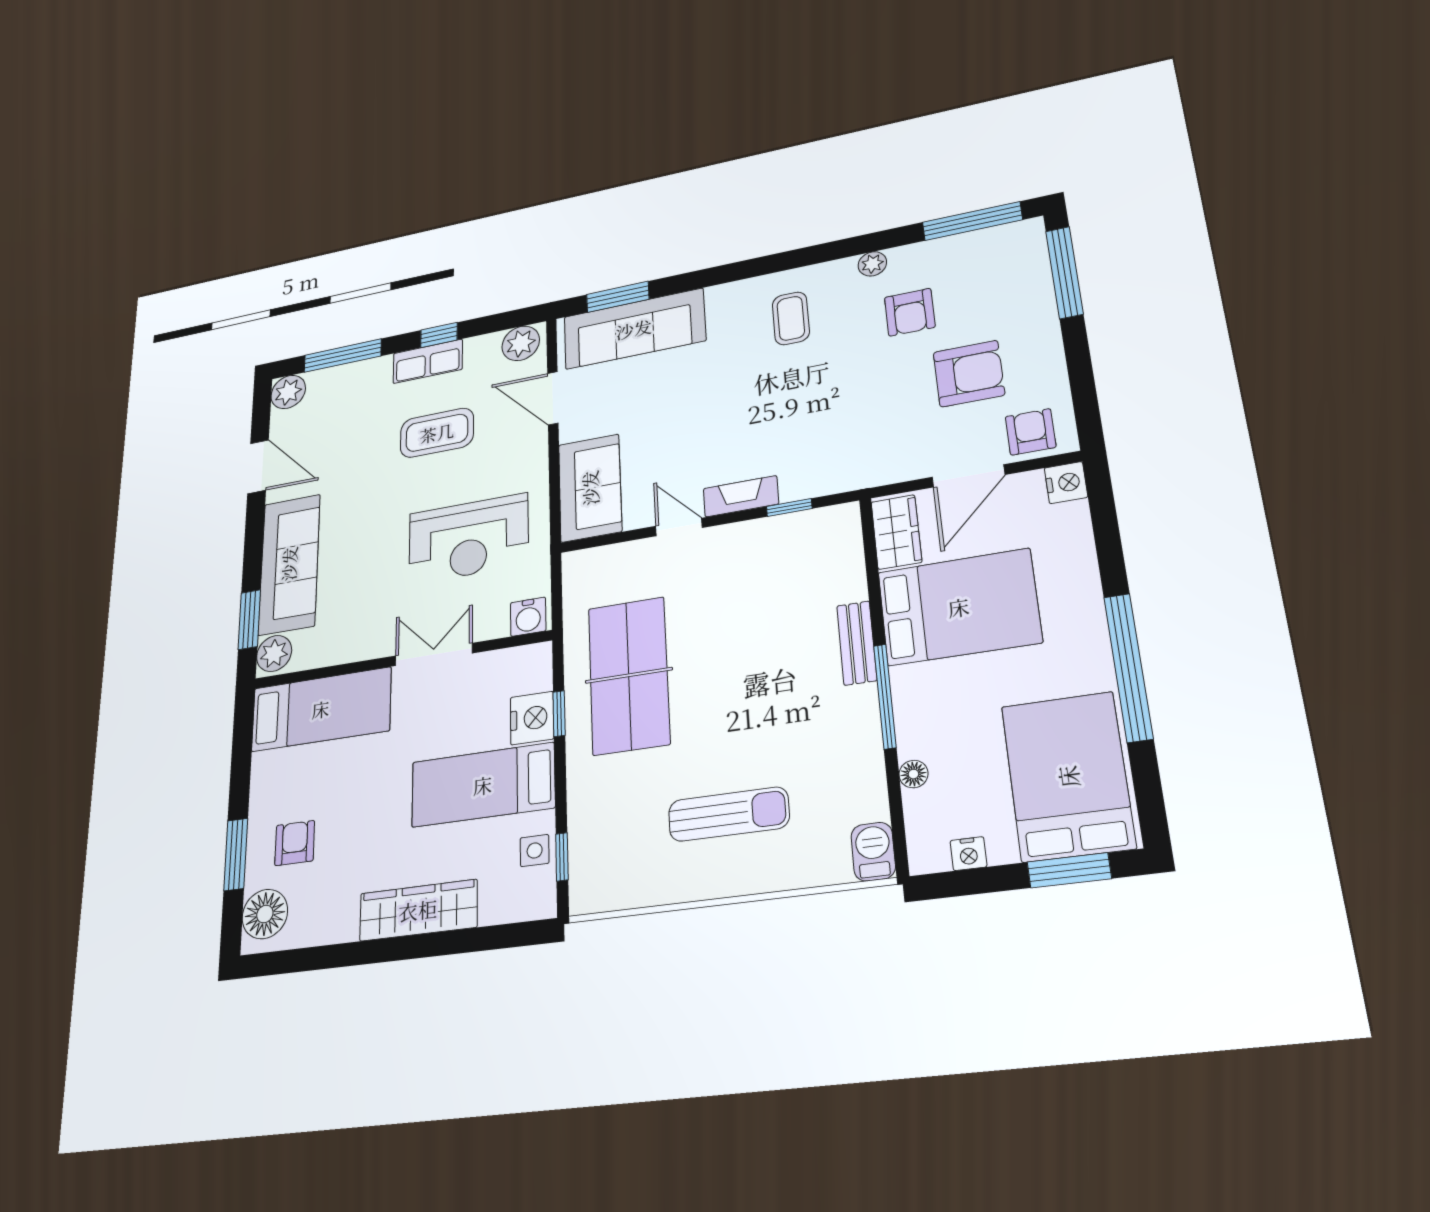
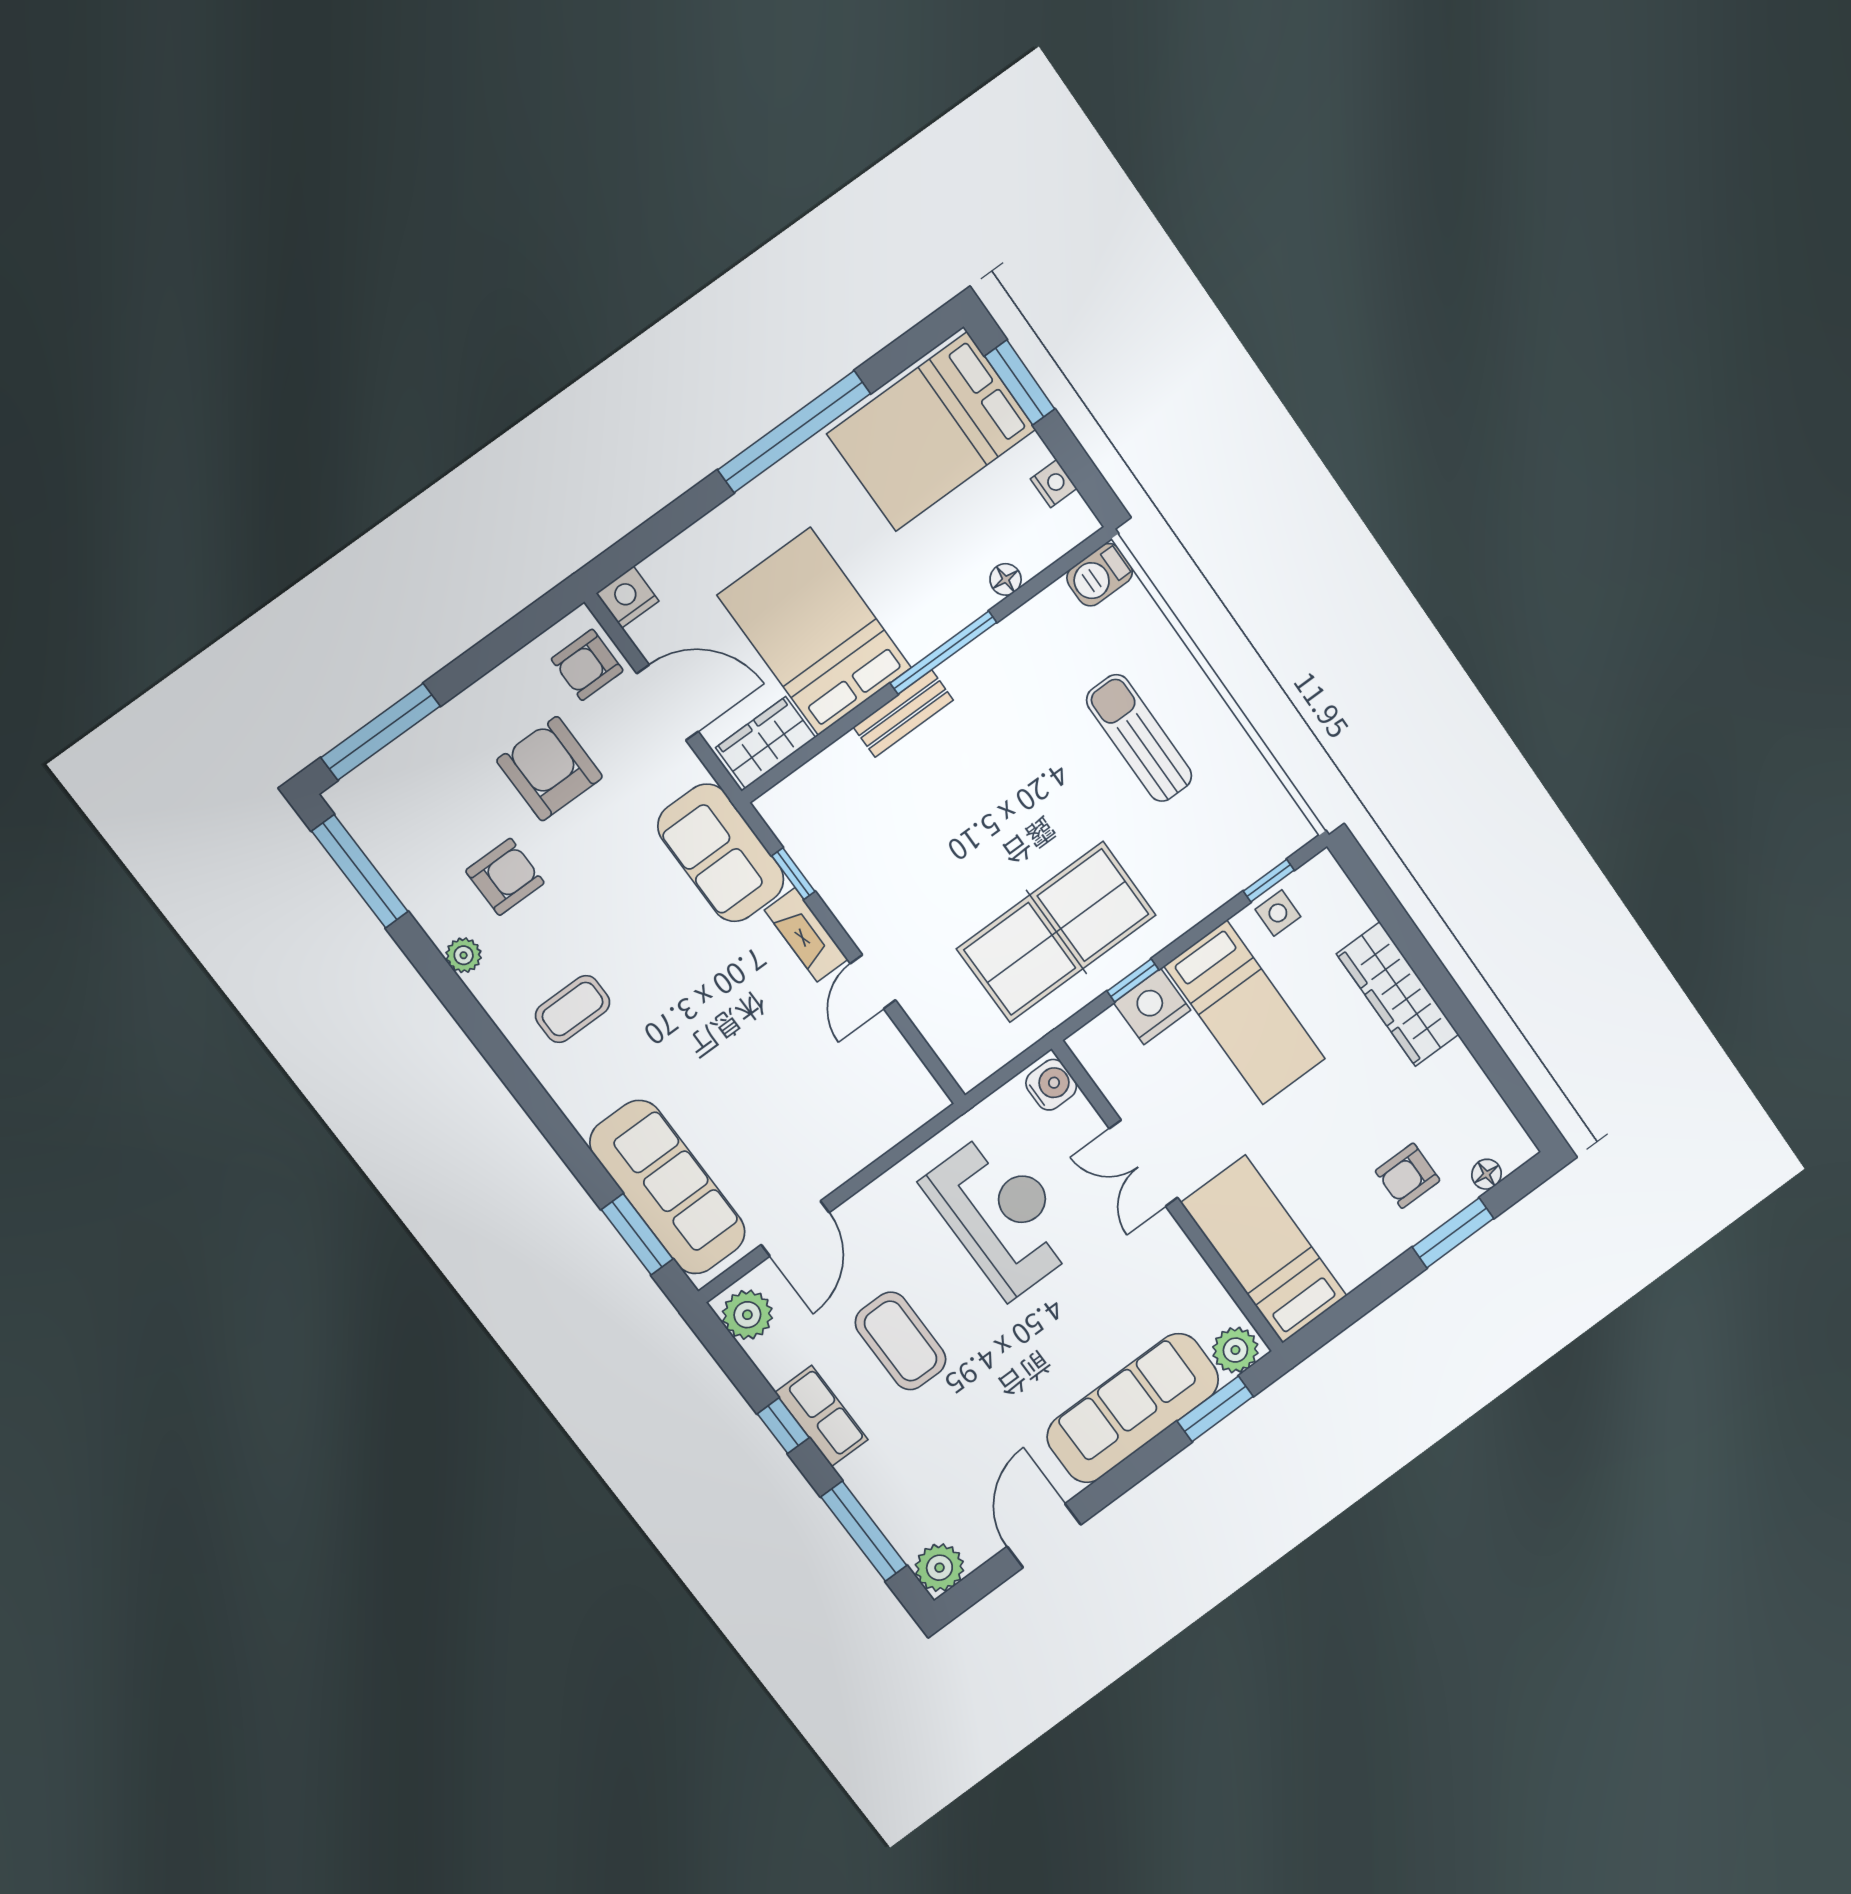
sofa: (590, 488) -> (721, 853), moved, turned -90
floor lamp: (265, 914) -> (1486, 1174), width x0.53, depth x0.53

